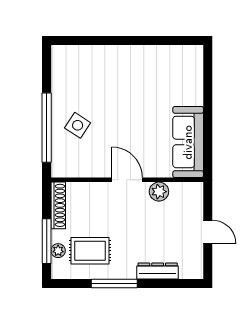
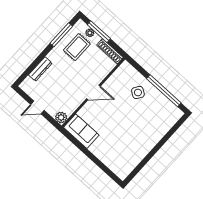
window: (47, 128) -> (164, 91), moved
sofa: (188, 142) -> (81, 131), width x0.73
plant: (159, 192) -> (61, 117), moved
window: (114, 284) -> (61, 35), moved

